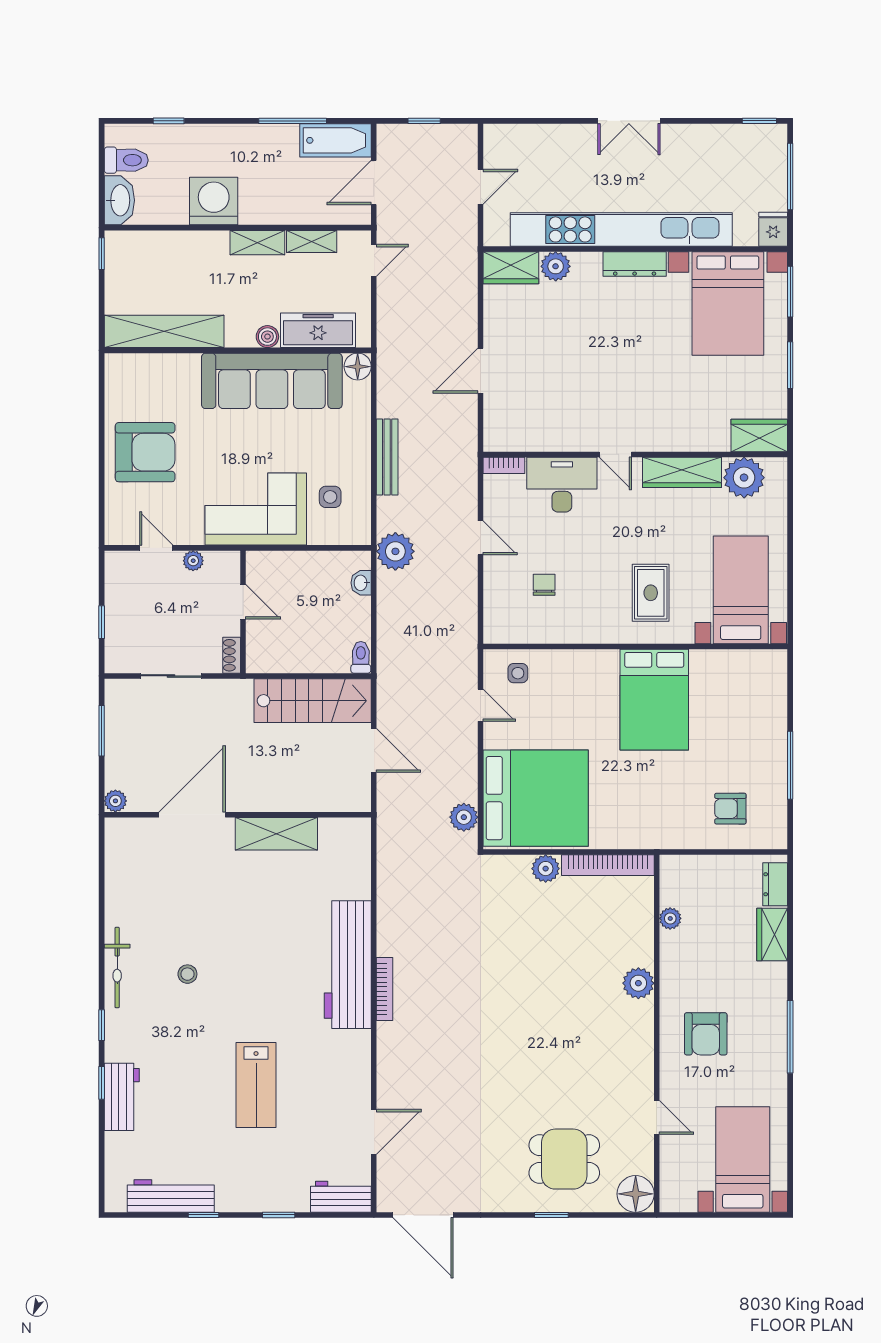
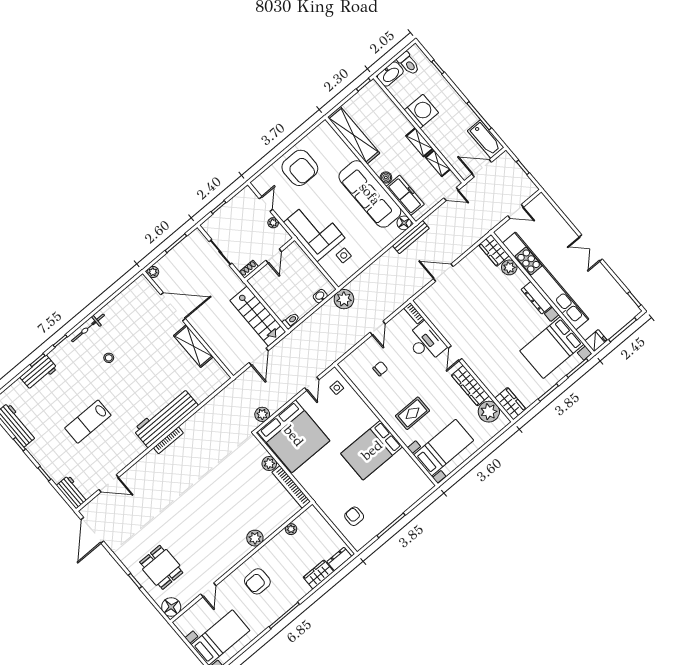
bench: (387, 457) -> (411, 237), moved

